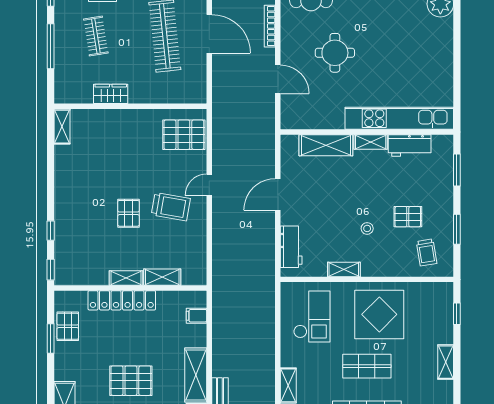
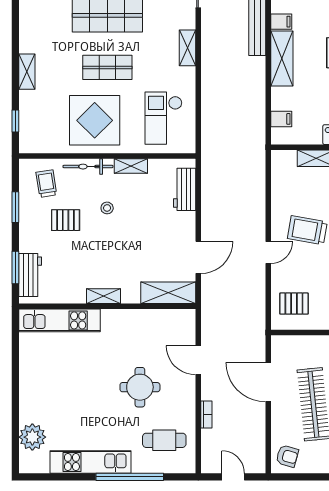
bookcase: (270, 26) -> (206, 414), width x0.64
door: (209, 34) -> (268, 382), moved
kitchen unit: (399, 118) -> (60, 320), width x0.73
pallet: (184, 135) -> (294, 304), width x0.67, depth x0.71
shelving: (326, 145) -> (168, 293), moved
workbench: (410, 146) -> (30, 275), moved, turned 90
door: (278, 194) -> (198, 257), moved
bicycle: (386, 269) -> (88, 167), added

